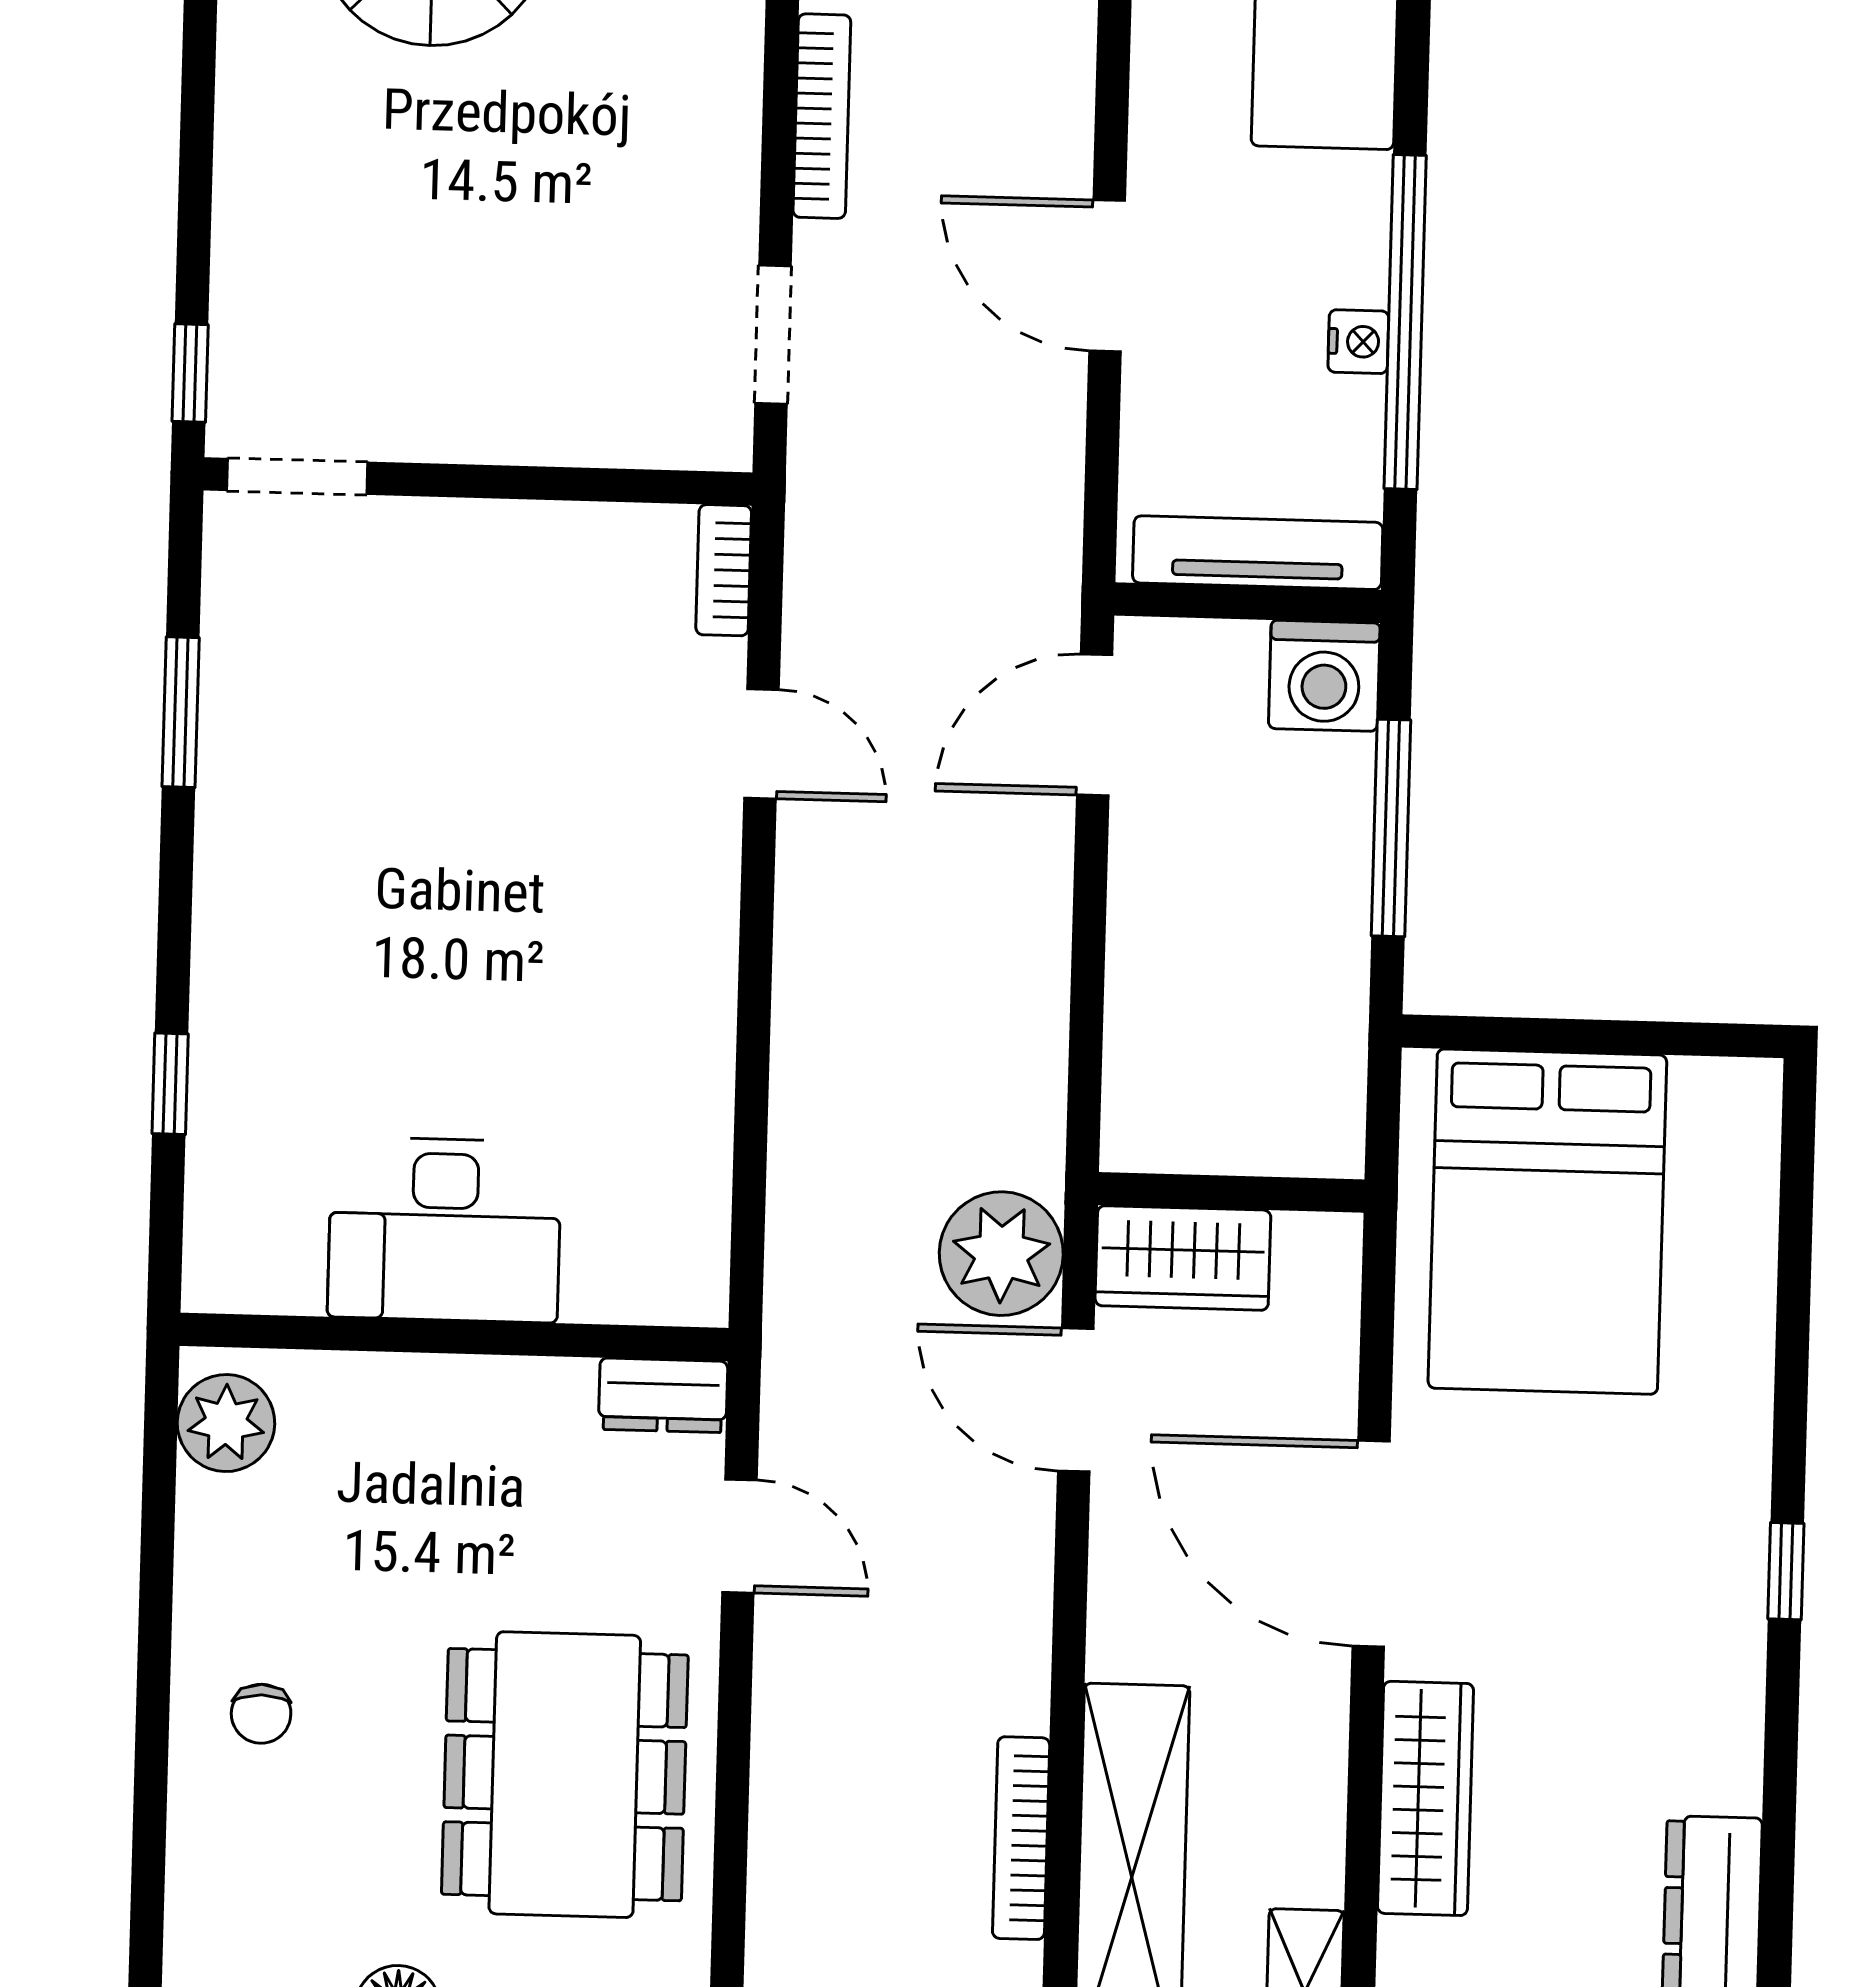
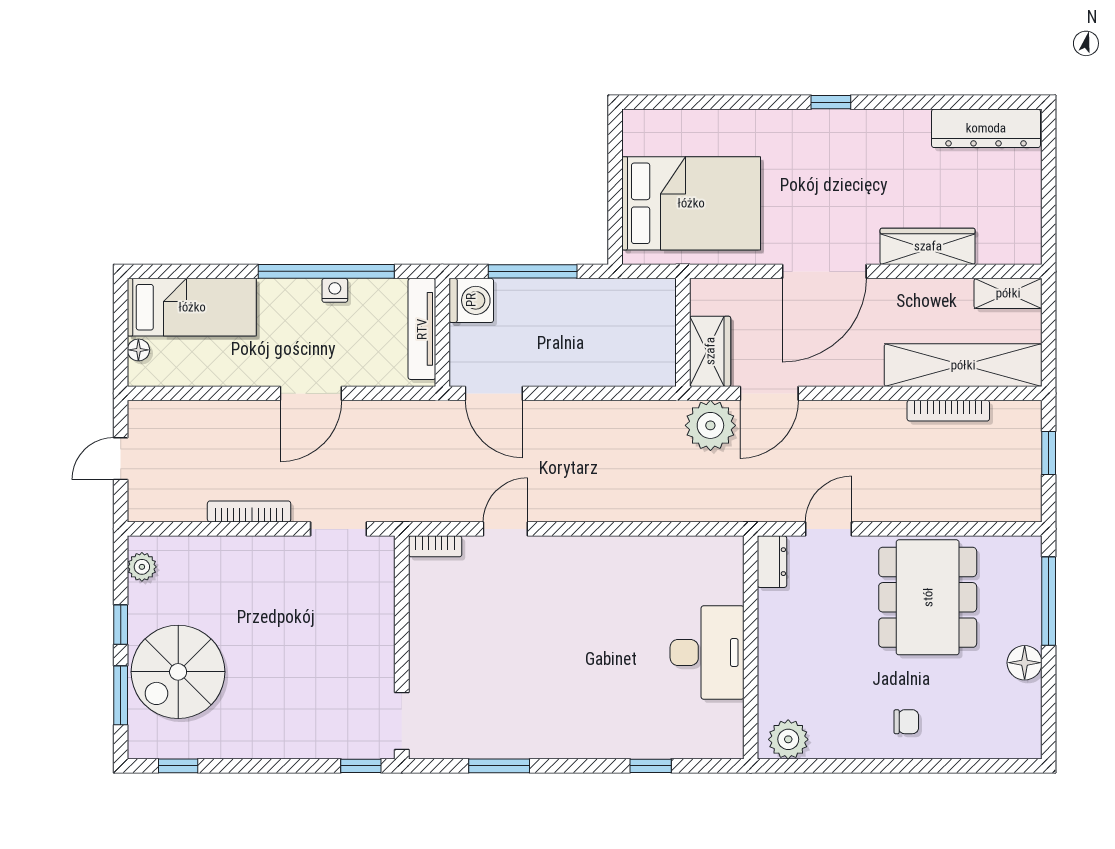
dining table: (565, 1775) -> (928, 597), turned 90

